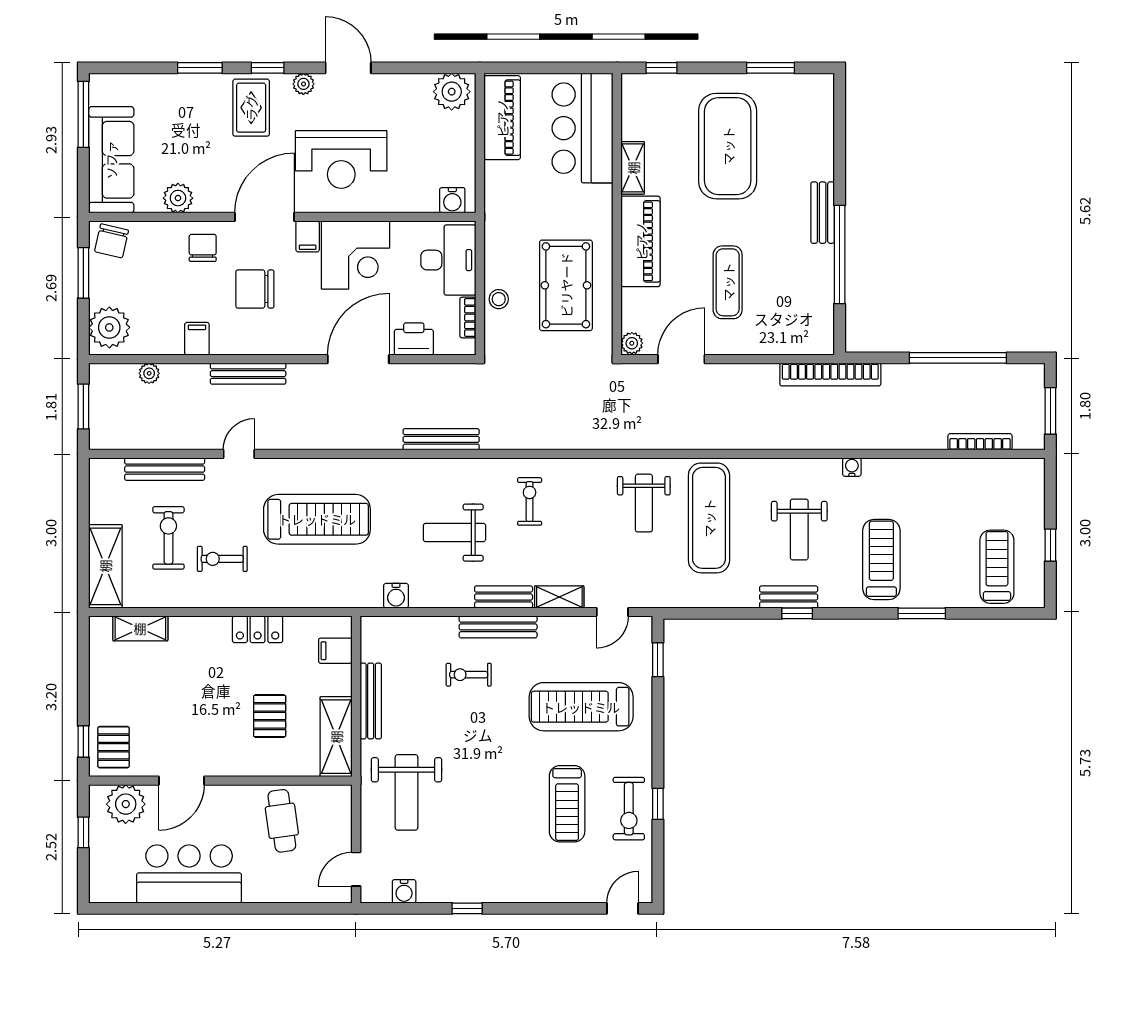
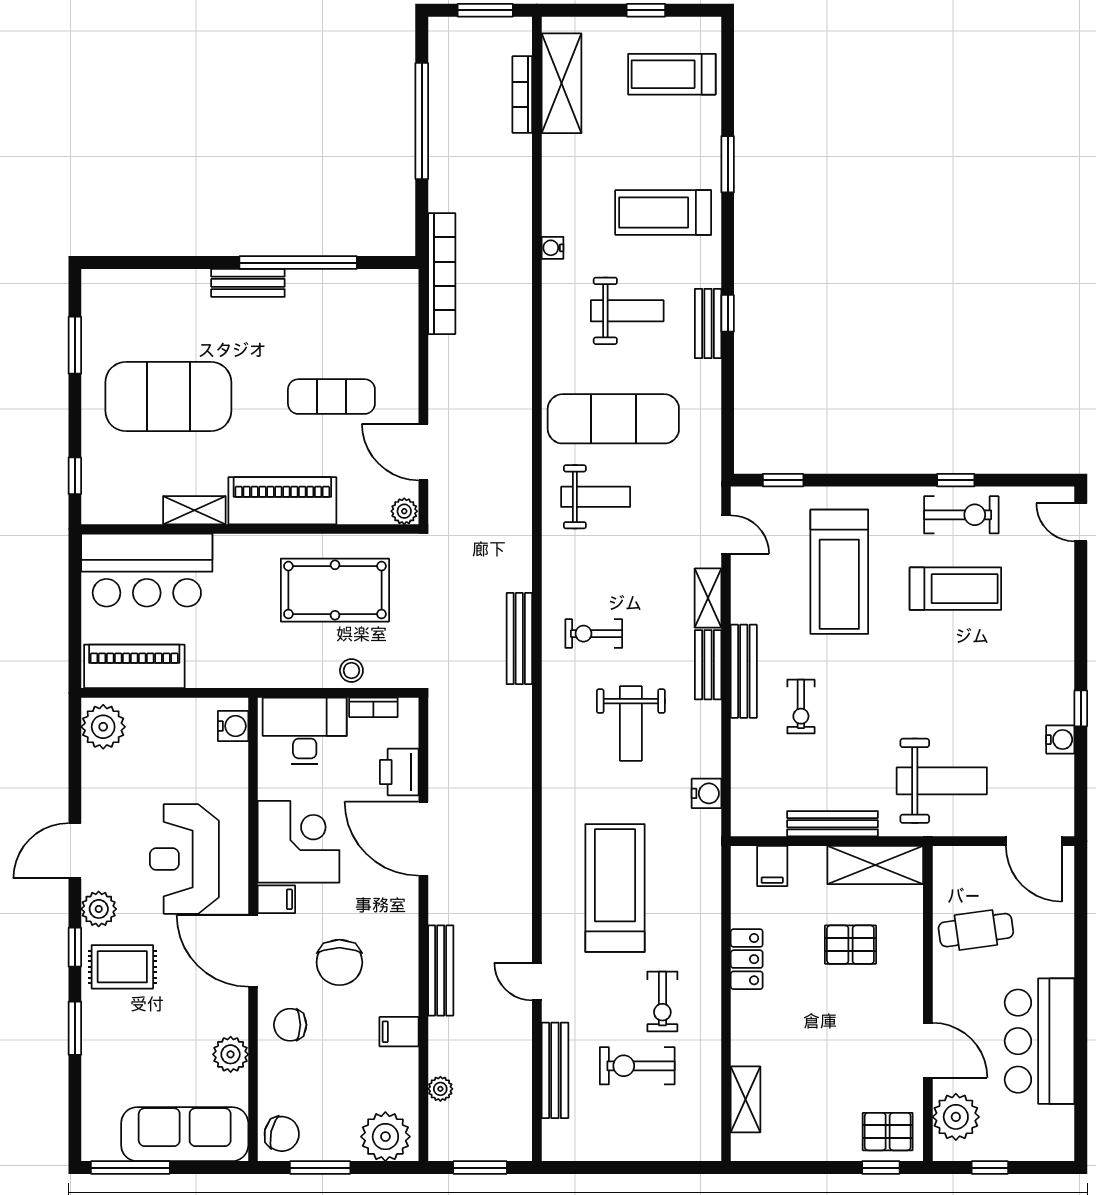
plant: (303, 84) -> (99, 909), width x1.38, depth x1.38
reception desk: (341, 159) -> (184, 859), turned 180
bench: (441, 439) -> (519, 639), moved
shelving: (105, 566) -> (561, 83), moved, turned 90
door: (356, 869) -> (1034, 841), width x1.38
water cooler: (404, 891) -> (1060, 740), moved

